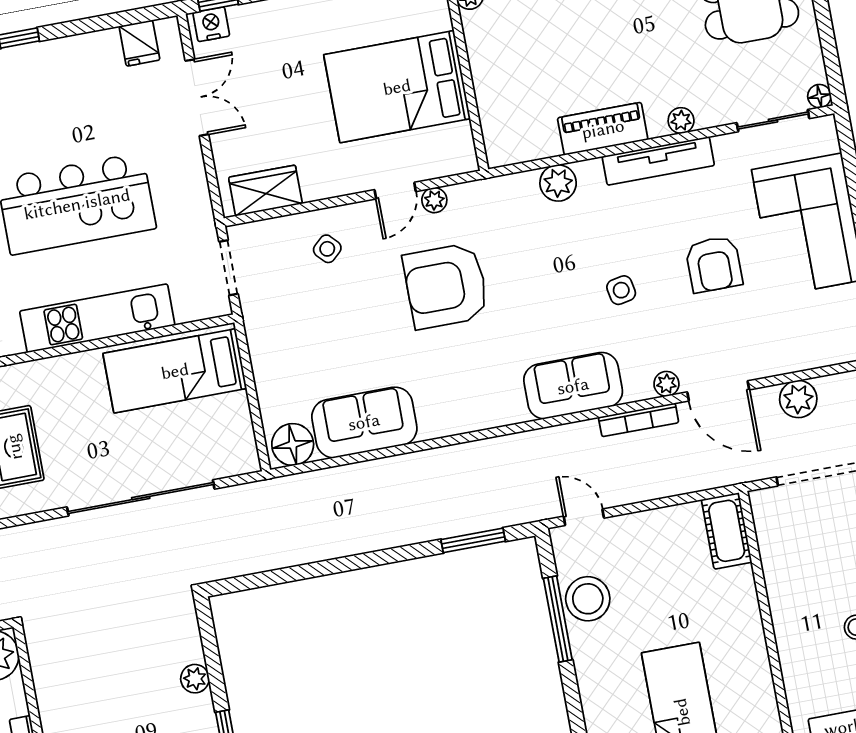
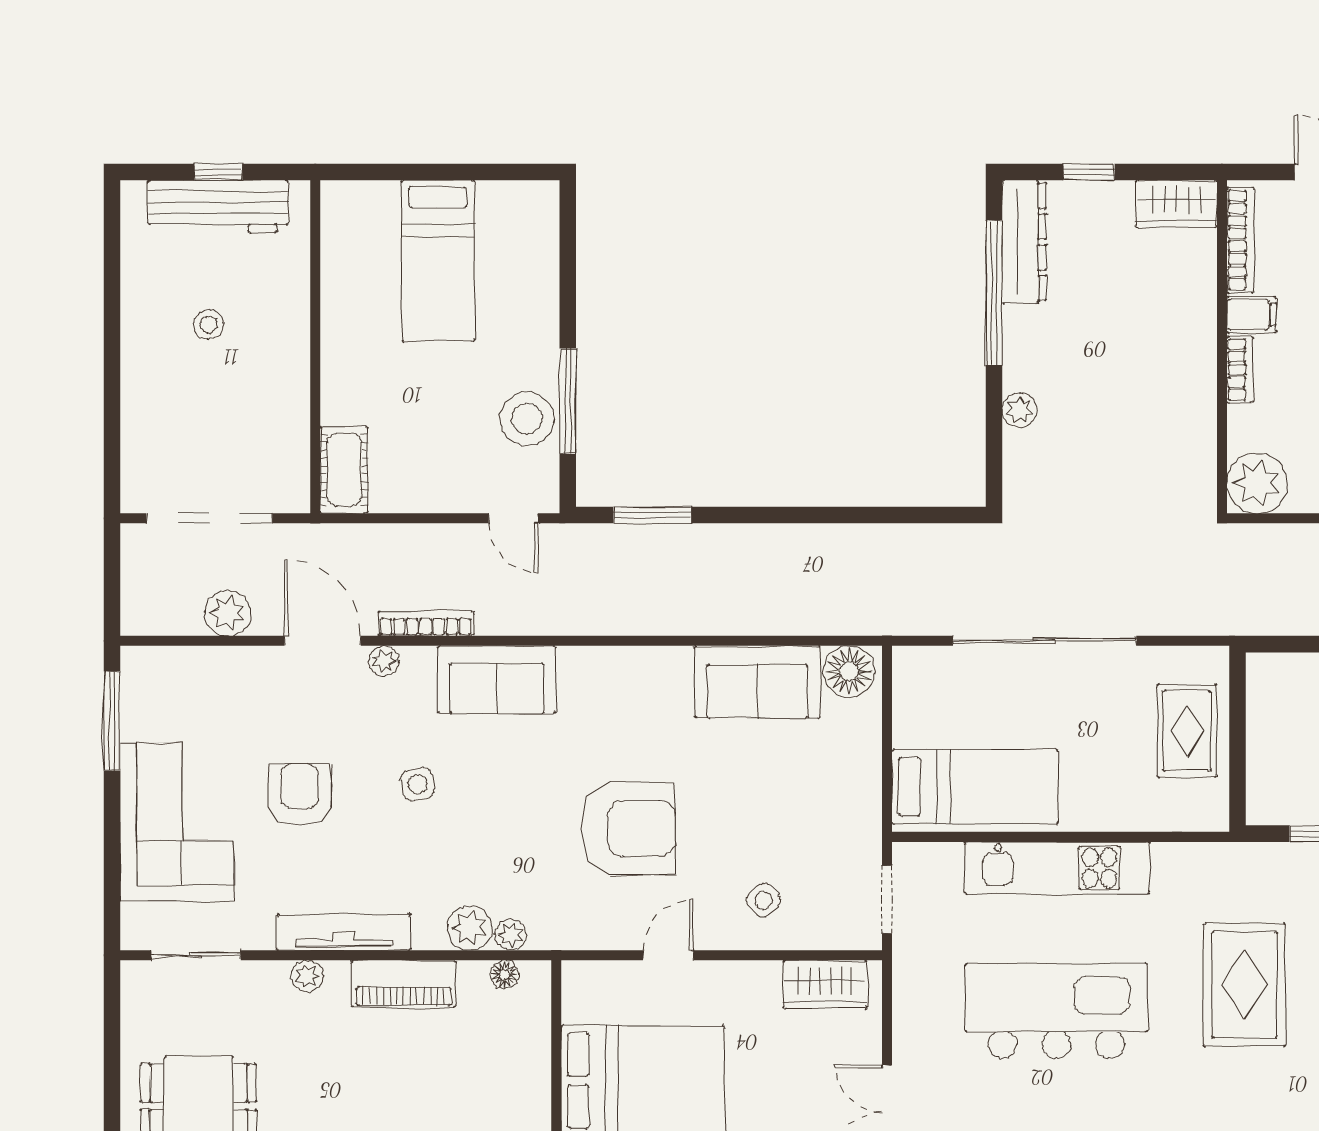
floor lamp: (819, 96) -> (504, 975), moved
plant: (434, 200) -> (511, 935), moved

